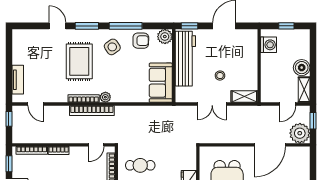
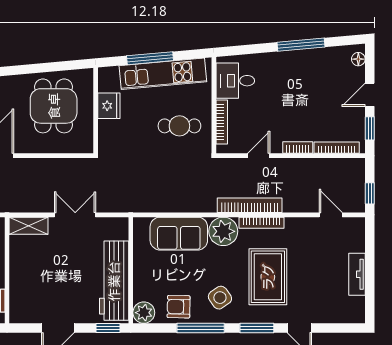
stool: (220, 76) -> (64, 256), removed
tv unit: (18, 80) -> (357, 274), moved
sofa: (161, 83) -> (179, 234), moved, turned 90
plant: (105, 97) -> (223, 231), width x1.88, depth x1.88
door: (96, 145) -> (259, 156), moved

